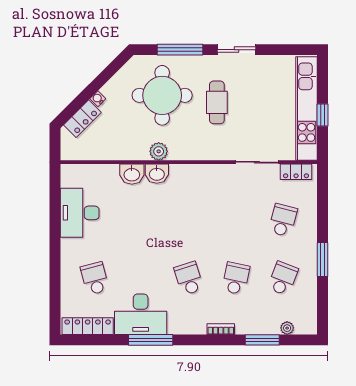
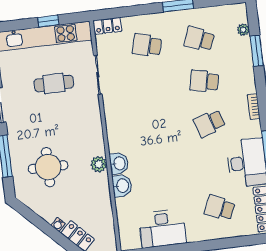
round table: (162, 95) -> (48, 167), width x0.73, depth x0.73
cafe table: (217, 102) -> (54, 83), moved
locker: (296, 172) -> (108, 26), moved, turned 90
school desk: (95, 278) -> (220, 208), turned 39
bookcase: (221, 329) -> (254, 107), moved

